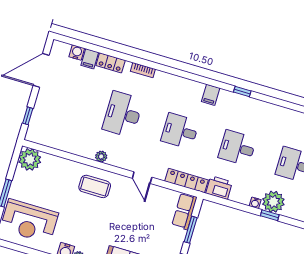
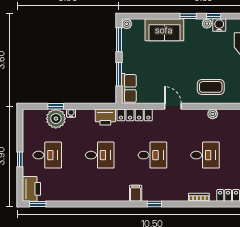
window: (242, 91) -> (154, 204), moved
desk: (123, 114) -> (205, 155), width x0.73

